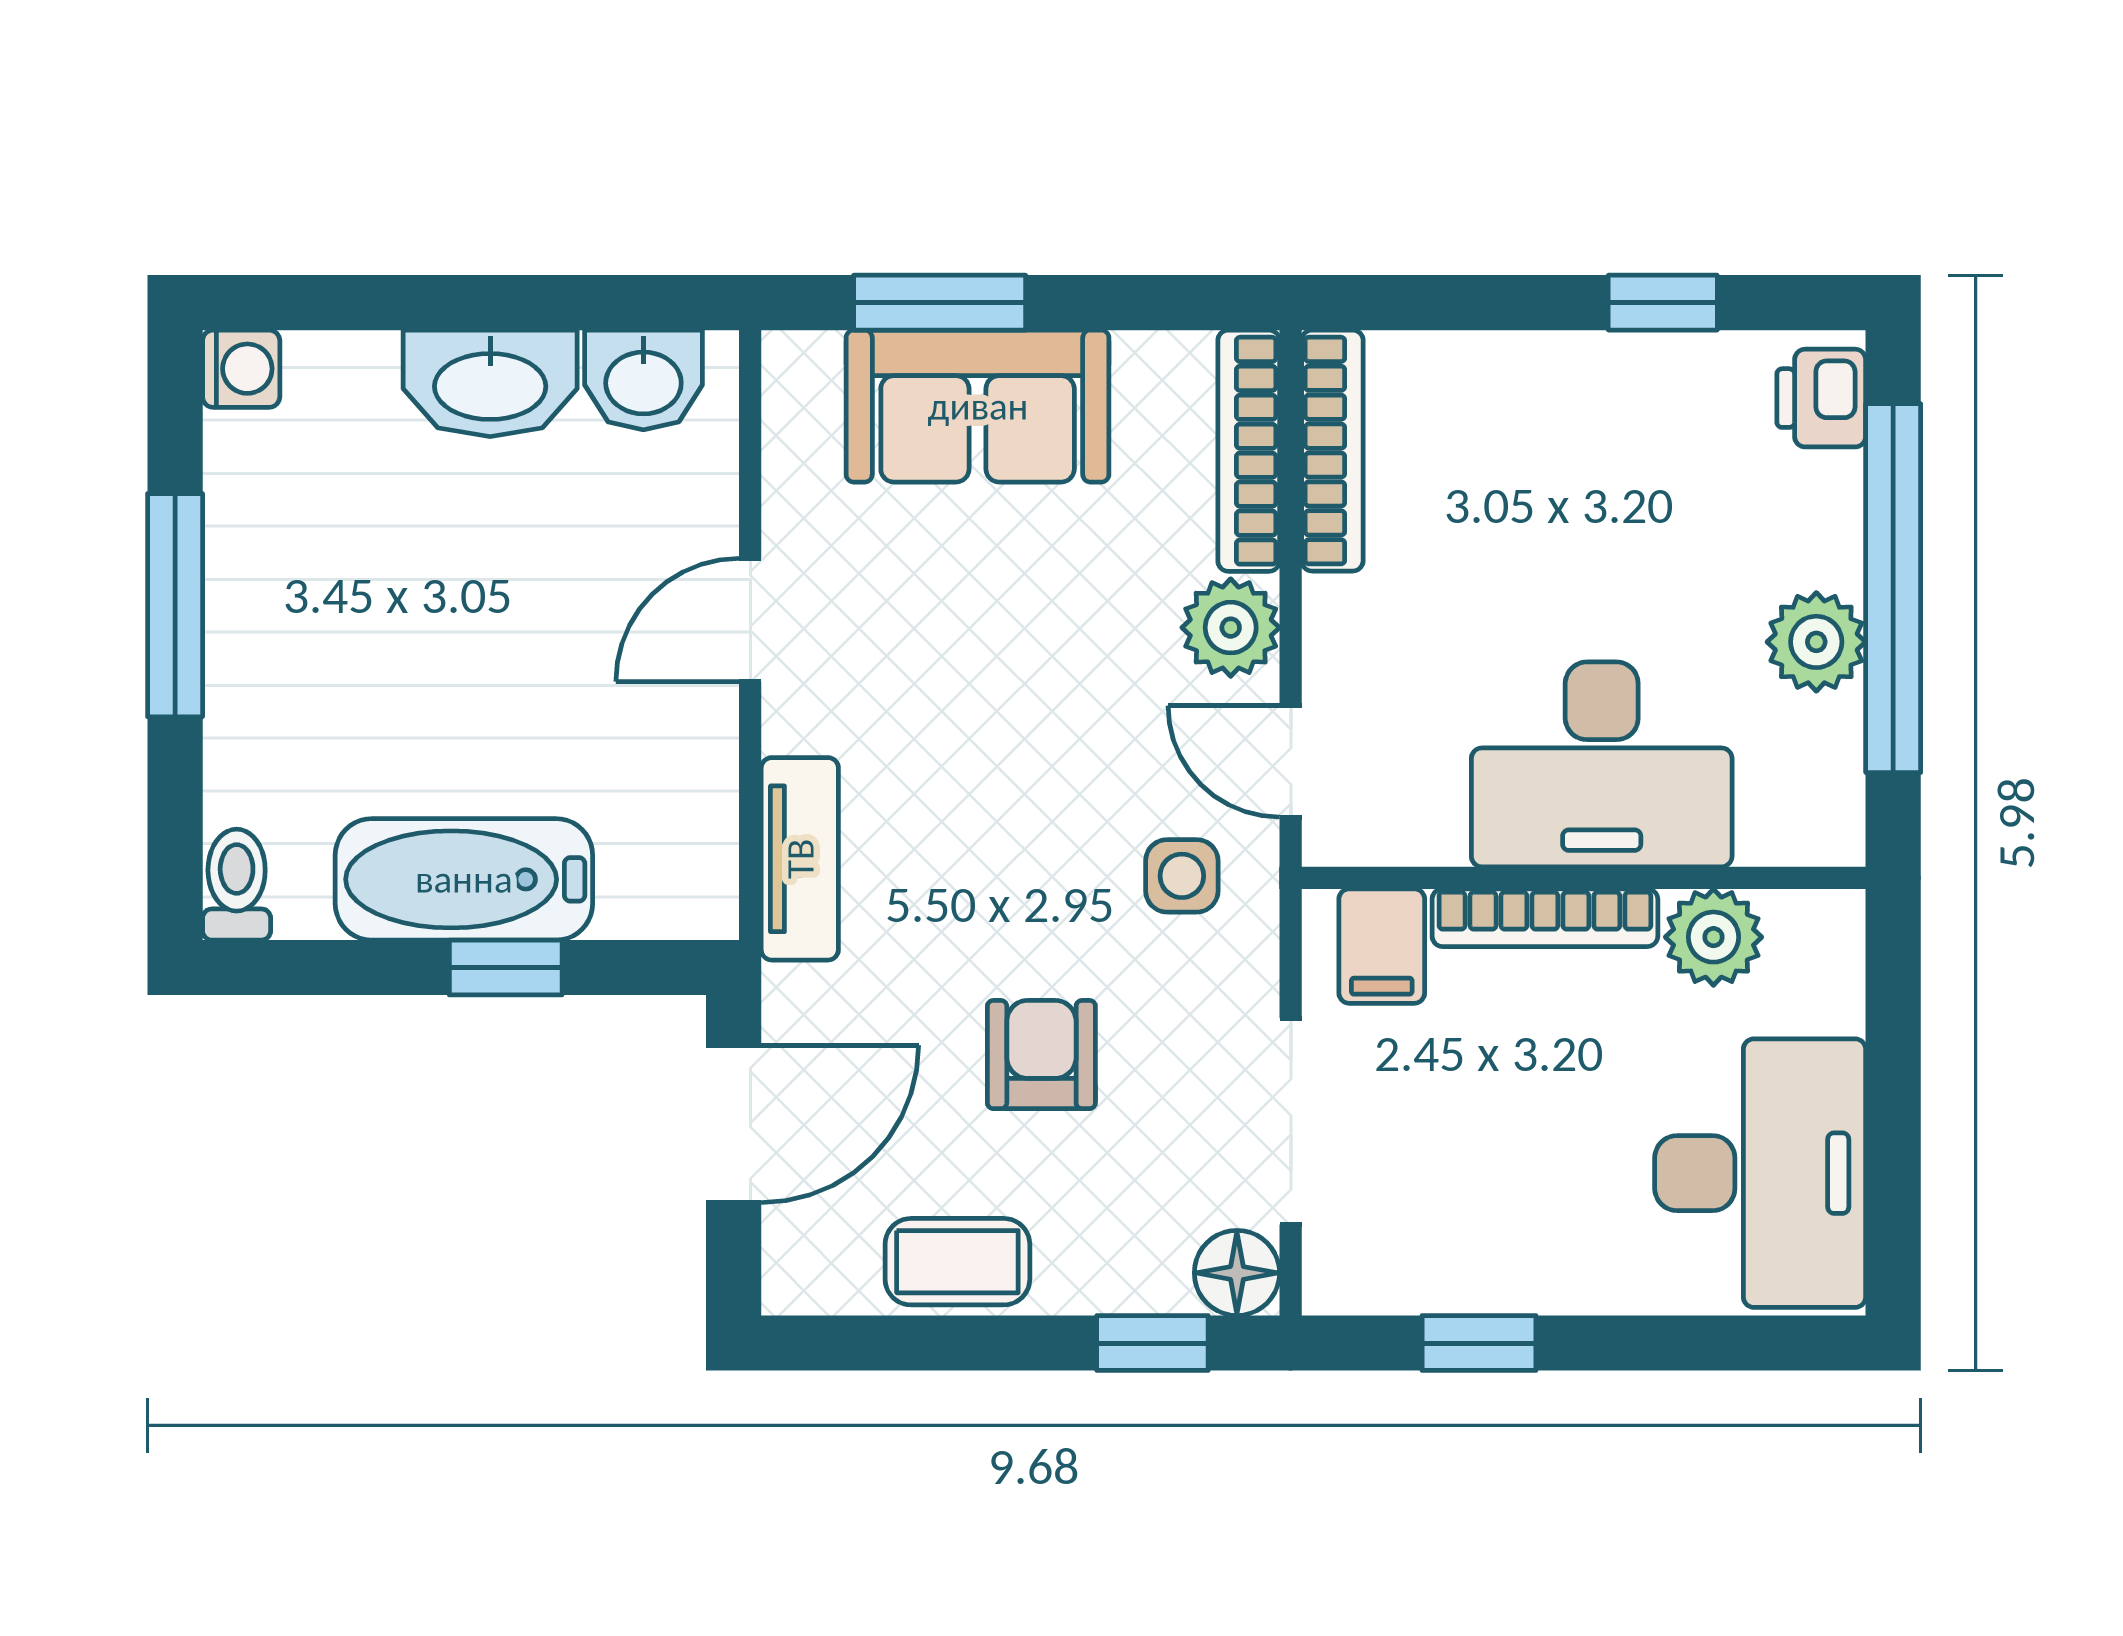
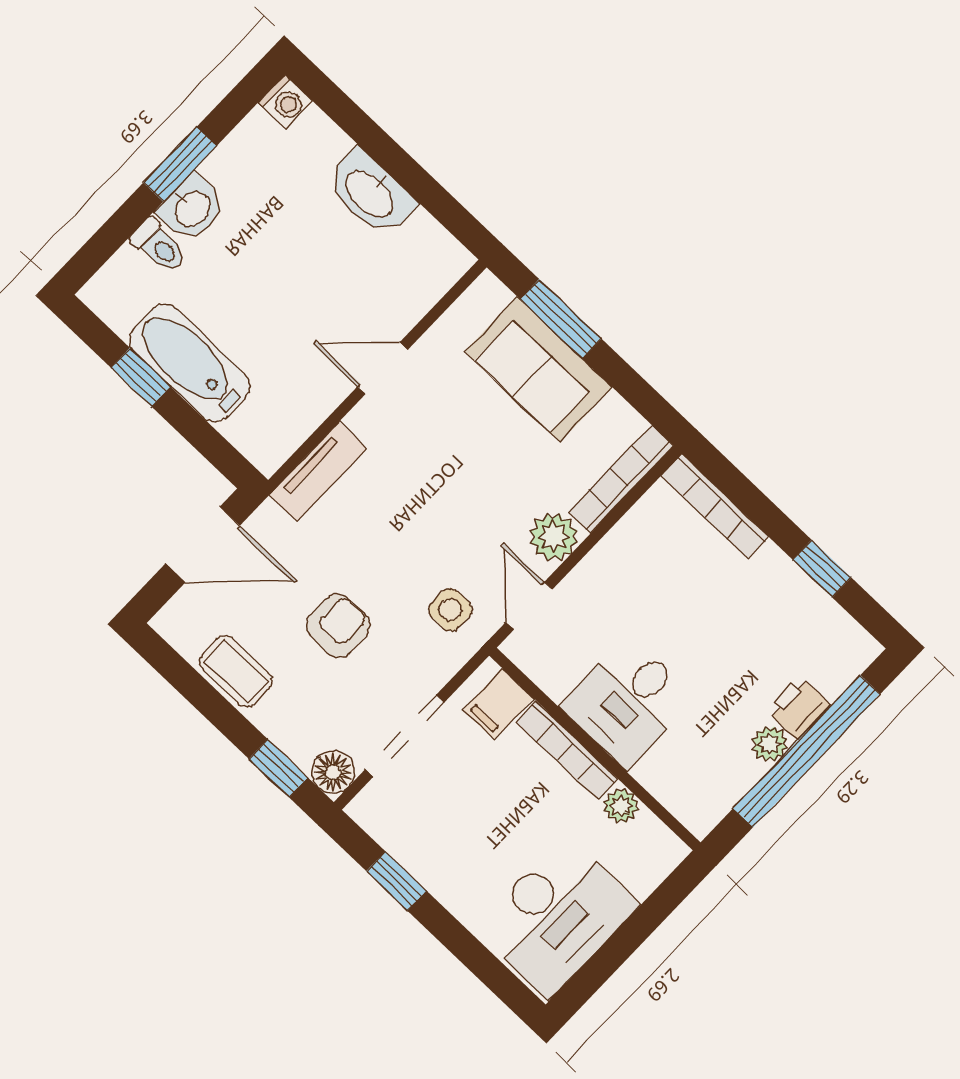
washbasin: (643, 380) -> (192, 208), moved, turned -90
printer: (1821, 398) -> (799, 708), moved
bookcase: (1332, 451) -> (715, 506), moved, turned 90
window: (175, 605) -> (180, 164), width x0.69
plant: (1816, 642) -> (770, 744), width x0.73, depth x0.73
desk: (1602, 764) -> (628, 702), width x0.73
toilet: (237, 885) -> (159, 246), moved, turned 90
plant: (1713, 937) -> (621, 806), width x0.73, depth x0.73
window: (506, 968) -> (141, 377), moved

